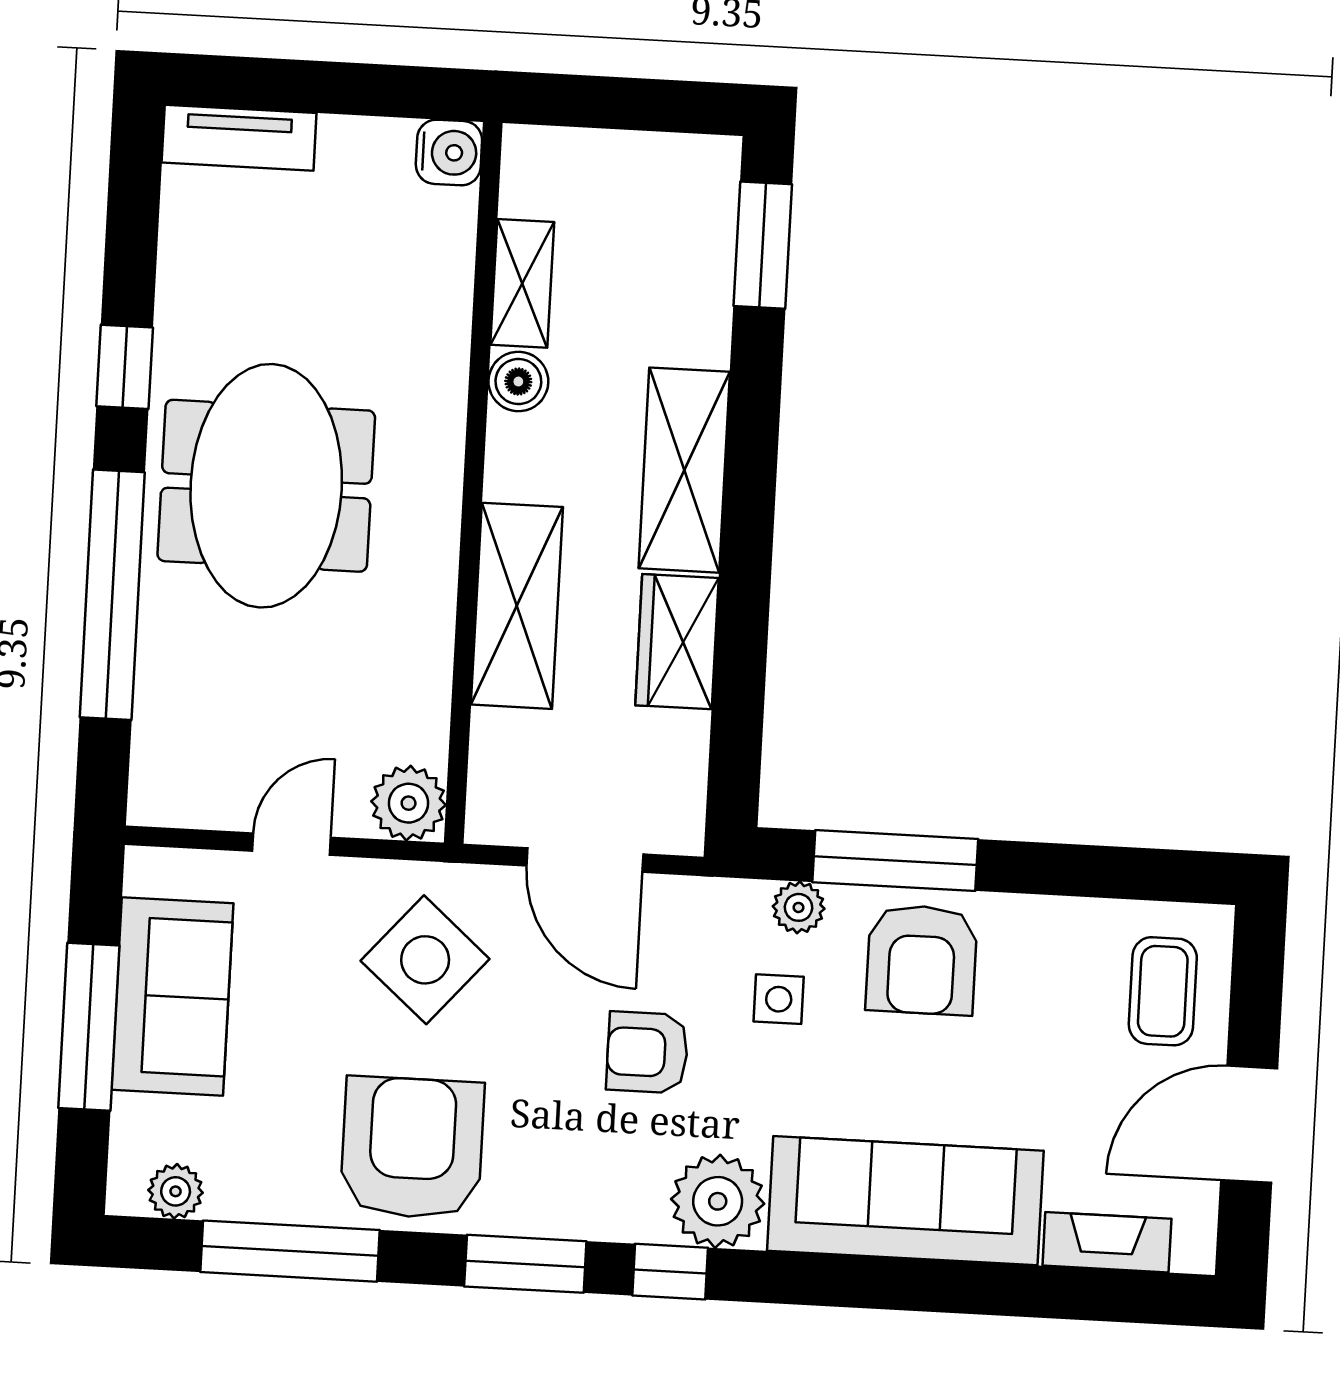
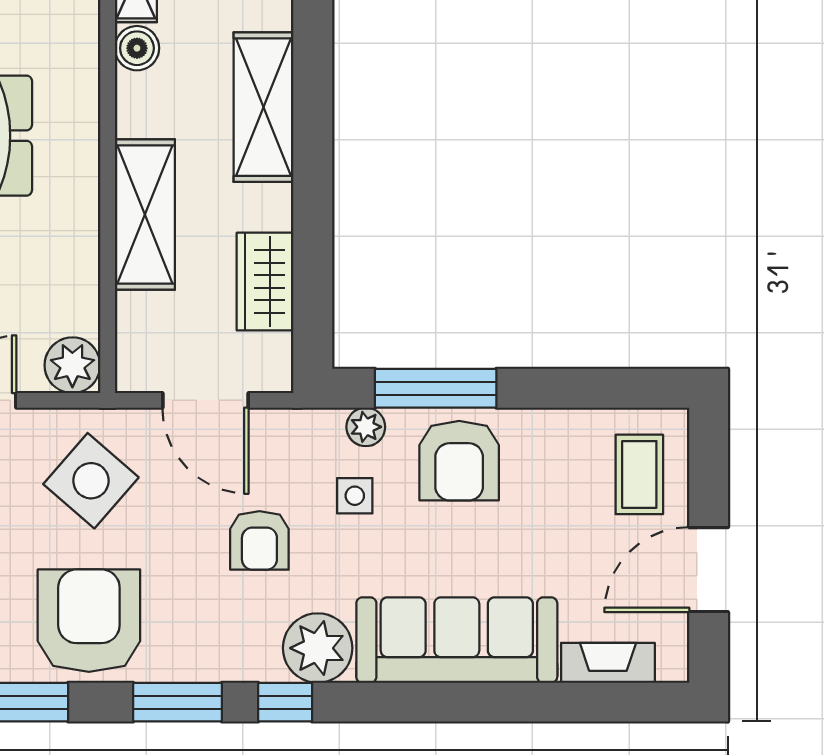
wardrobe: (677, 642) -> (265, 282), moved
armchair: (647, 1052) -> (259, 540), turned -90

